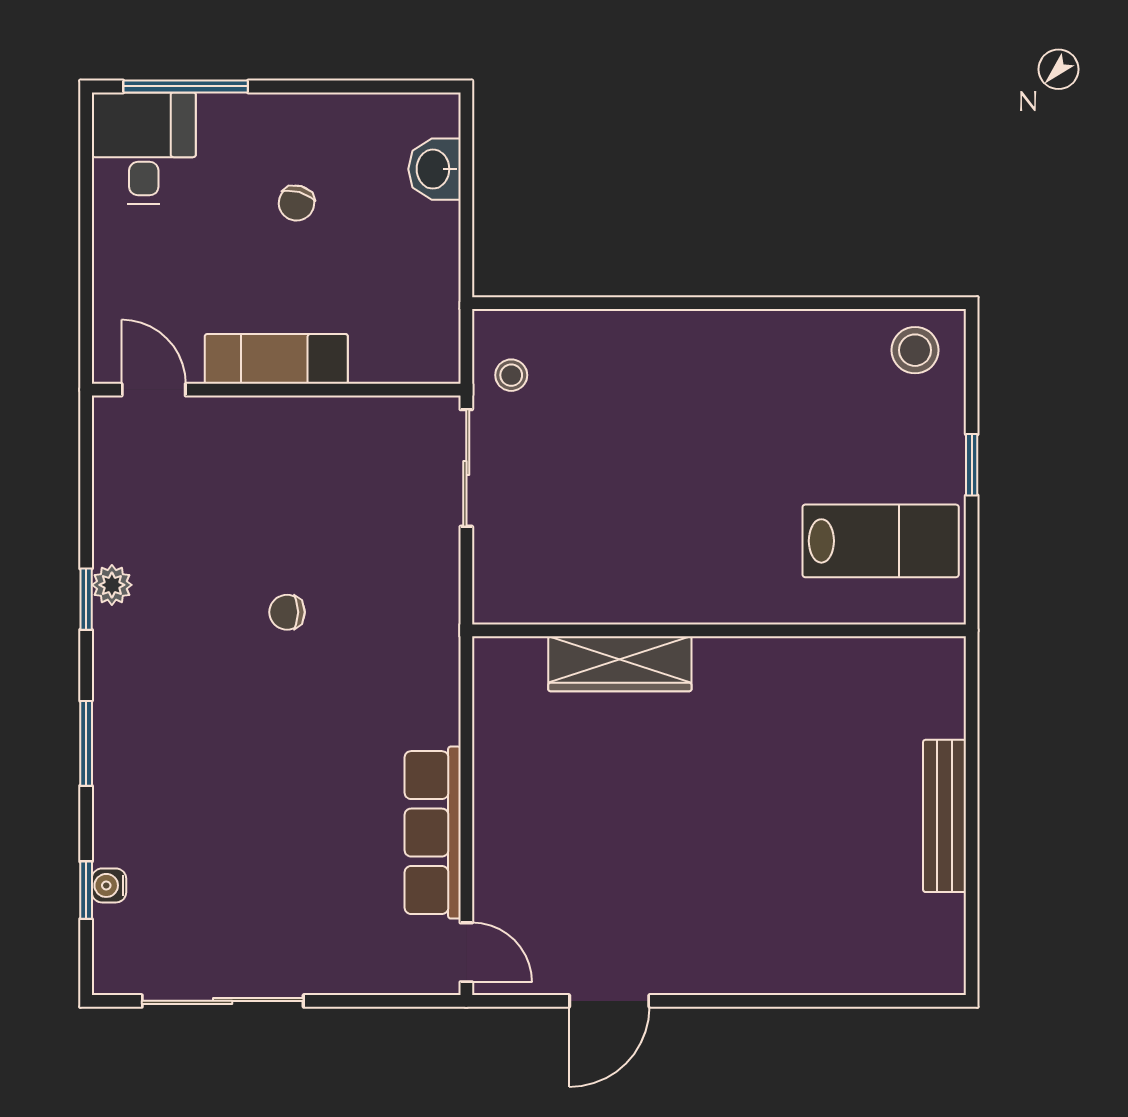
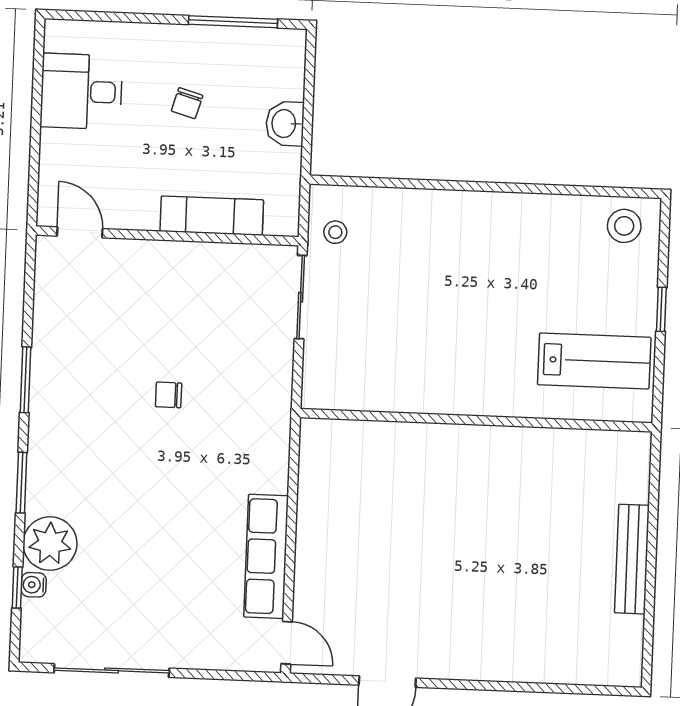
window: (186, 86) -> (233, 22), moved
desk: (144, 148) -> (81, 91), moved, turned -90
washbasin: (434, 169) -> (285, 124), moved
exam couch: (276, 359) -> (212, 216), moved
plant: (112, 585) -> (50, 544), moved, width x1.87, depth x1.87
window: (86, 599) -> (26, 380), width x1.50
wardrobe: (620, 664) -> (405, 441), removed

